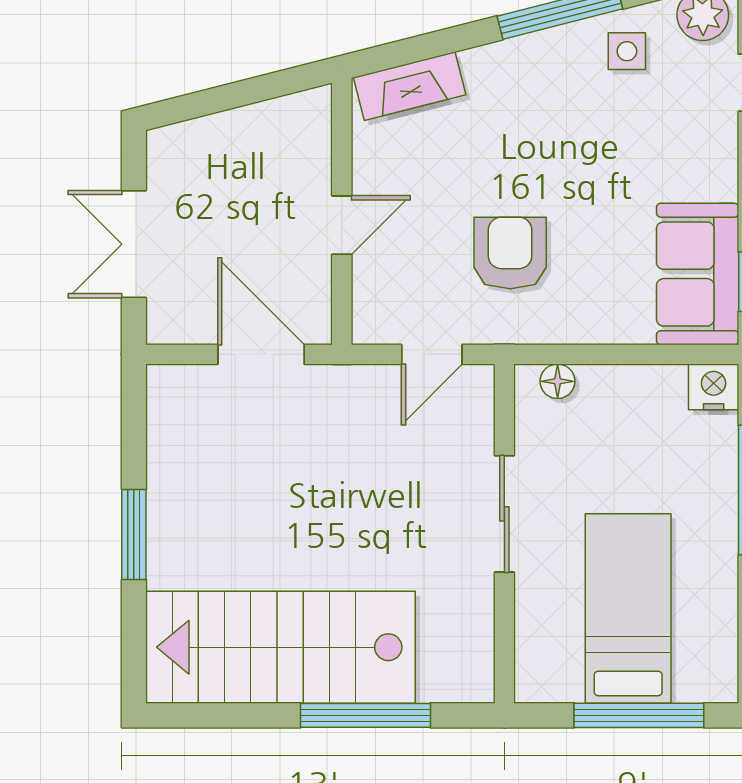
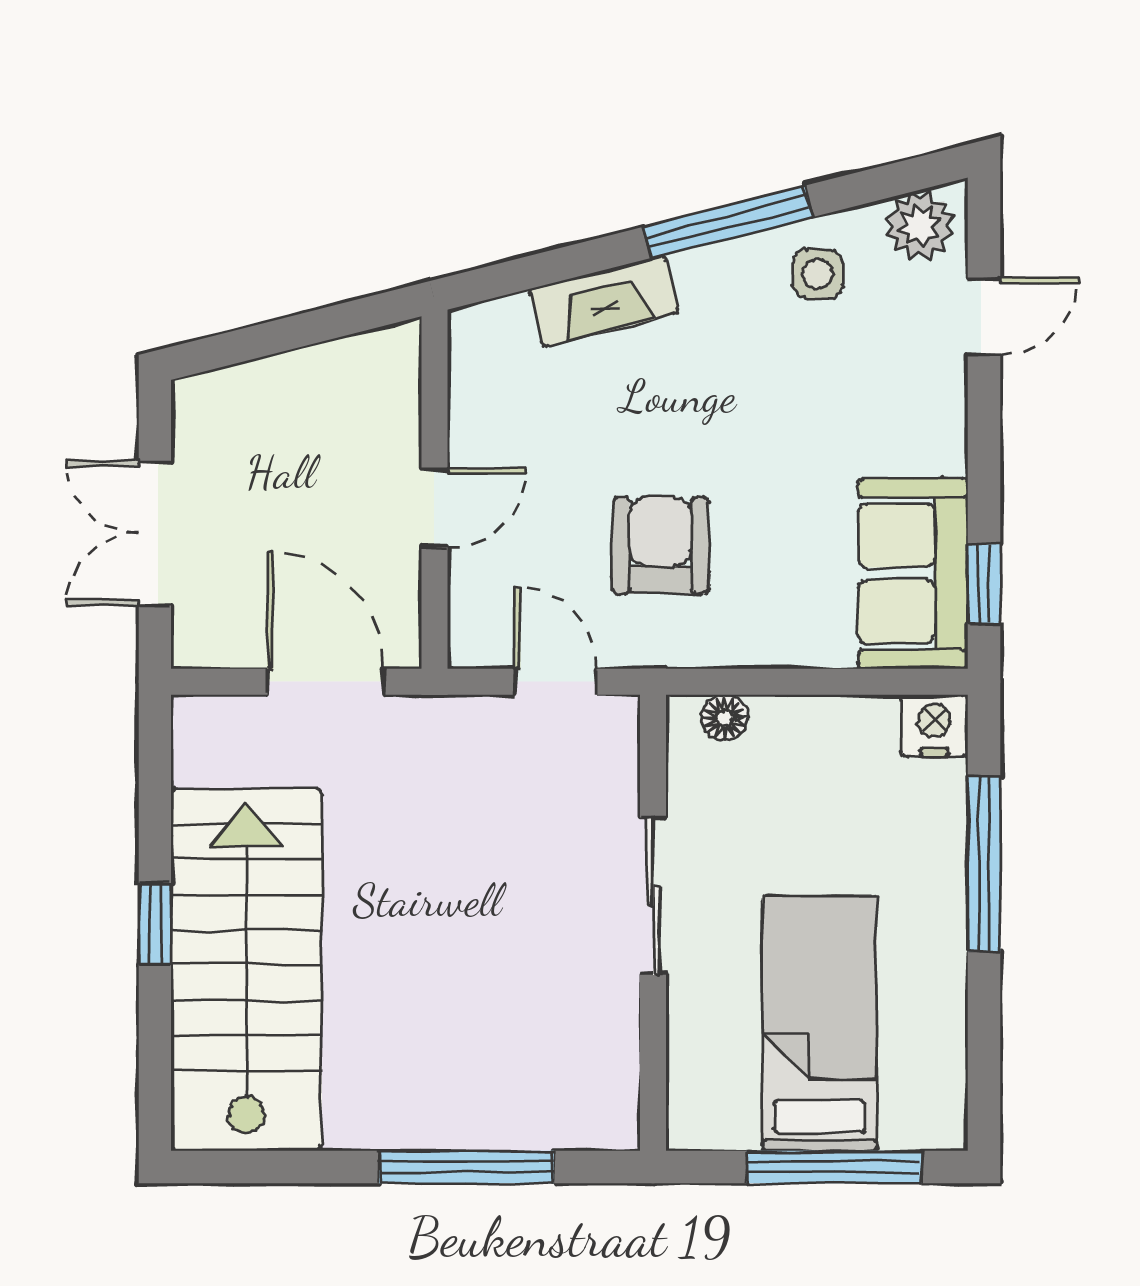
fireplace: (410, 86) -> (604, 301), moved
door: (432, 354) -> (556, 682), swing flipped
window: (134, 534) -> (155, 924), width x0.67
stairs: (281, 647) -> (246, 970), moved, turned 90

